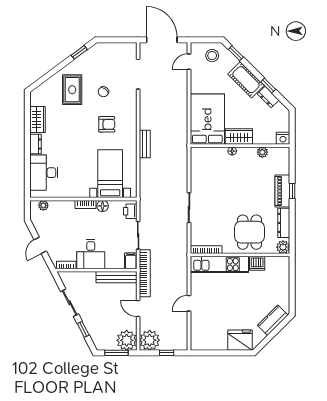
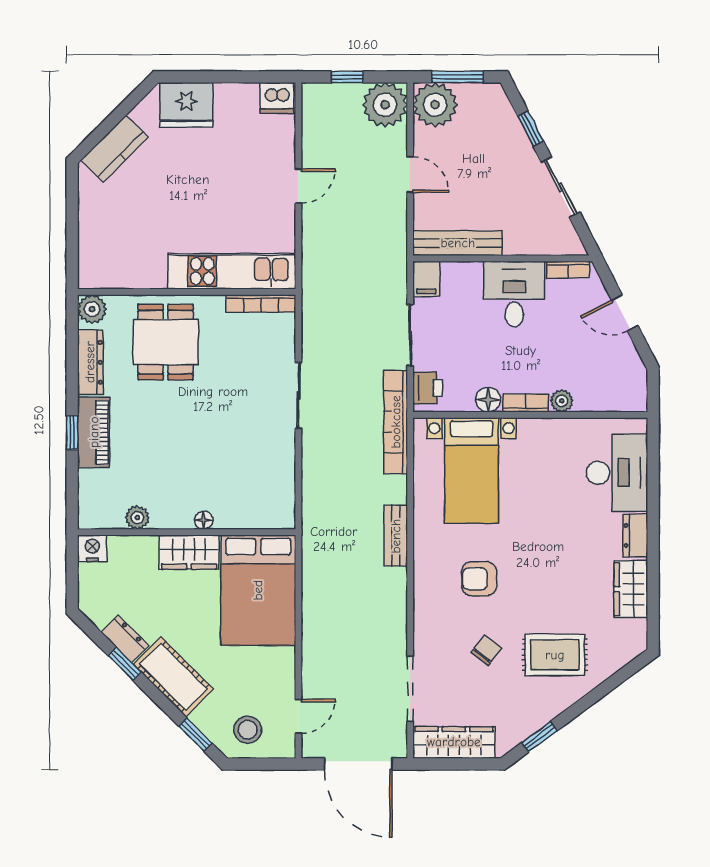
wardrobe: (118, 50) -> (454, 742), added
rug: (72, 90) -> (555, 655), turned 90
plant: (43, 205) -> (562, 401), moved
door: (40, 245) -> (625, 313), swing flipped
dishwasher: (257, 263) -> (277, 98), moved, turned 180
bookcase: (145, 273) -> (396, 422), moved

